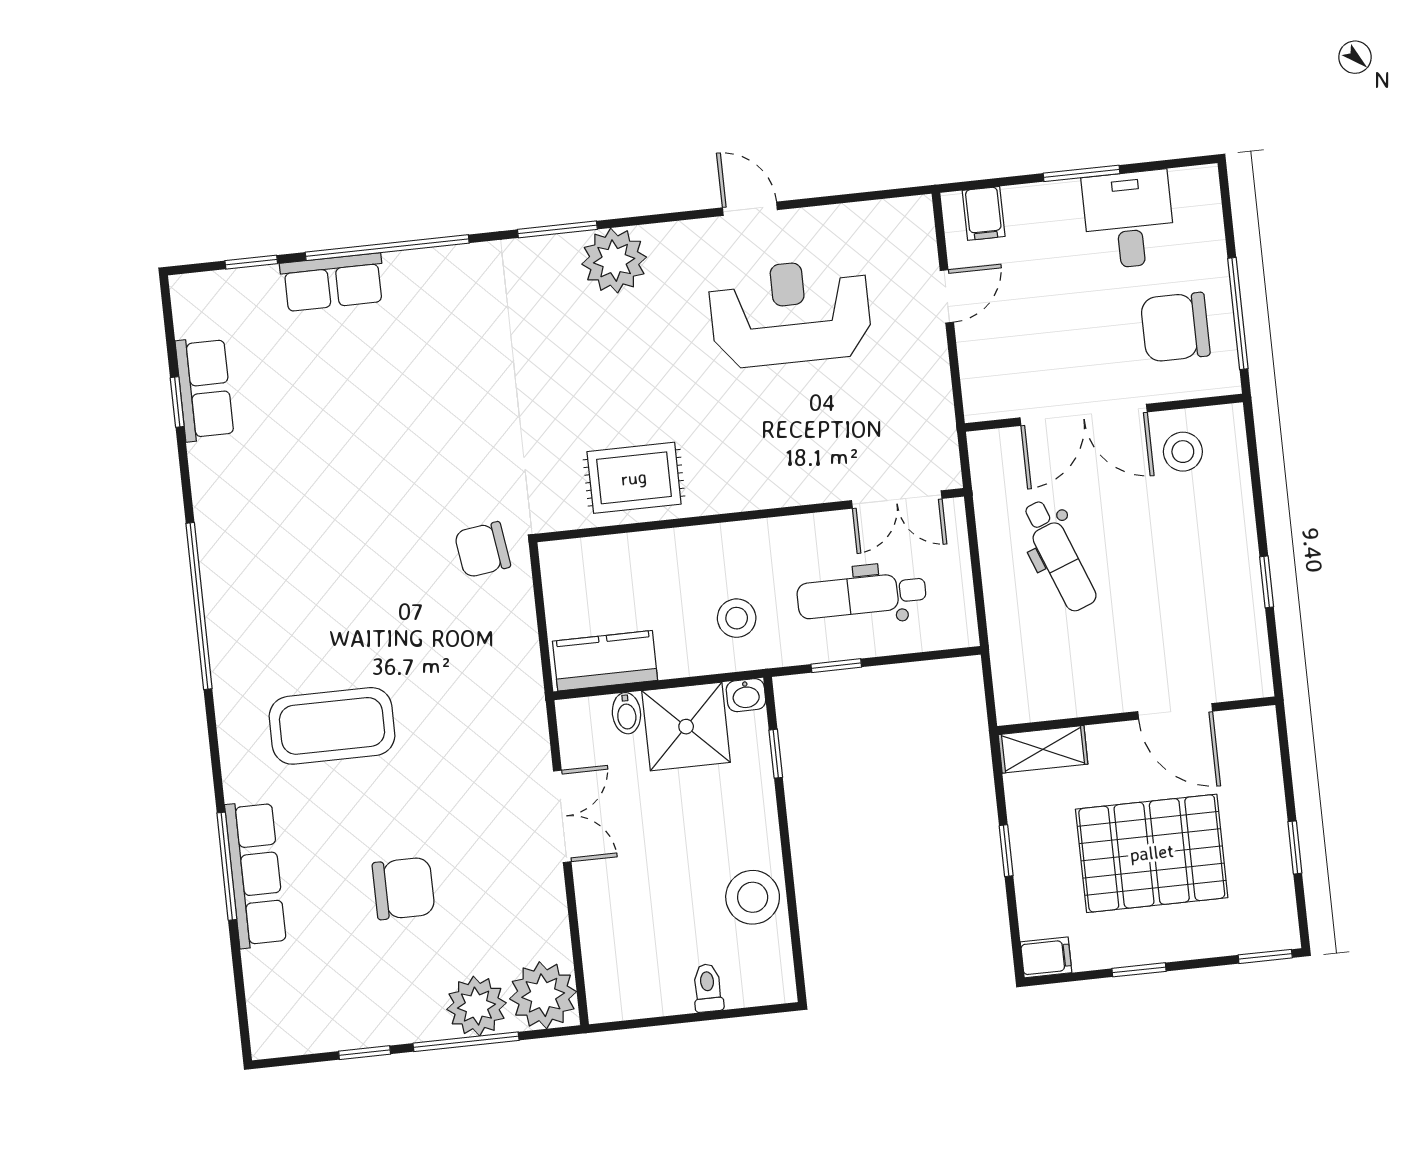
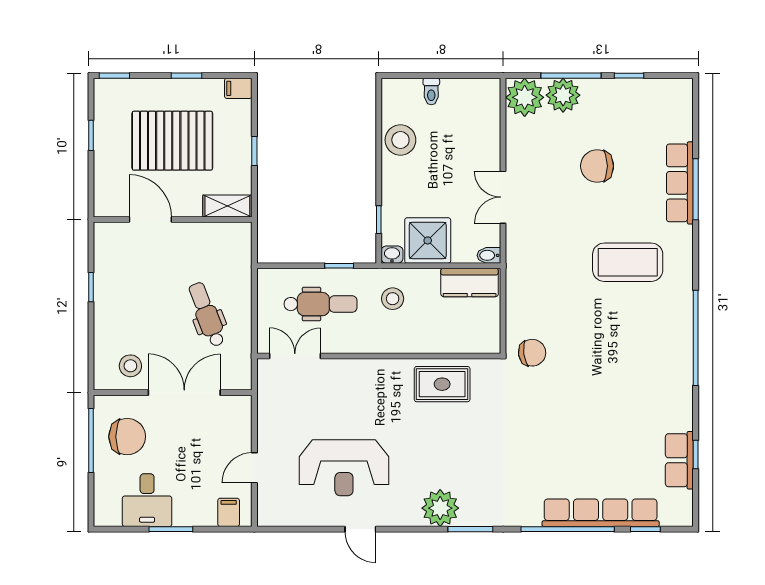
row of seats: (333, 282) -> (601, 513), width x2.02
bidet: (626, 713) -> (489, 255), moved, turned -90

